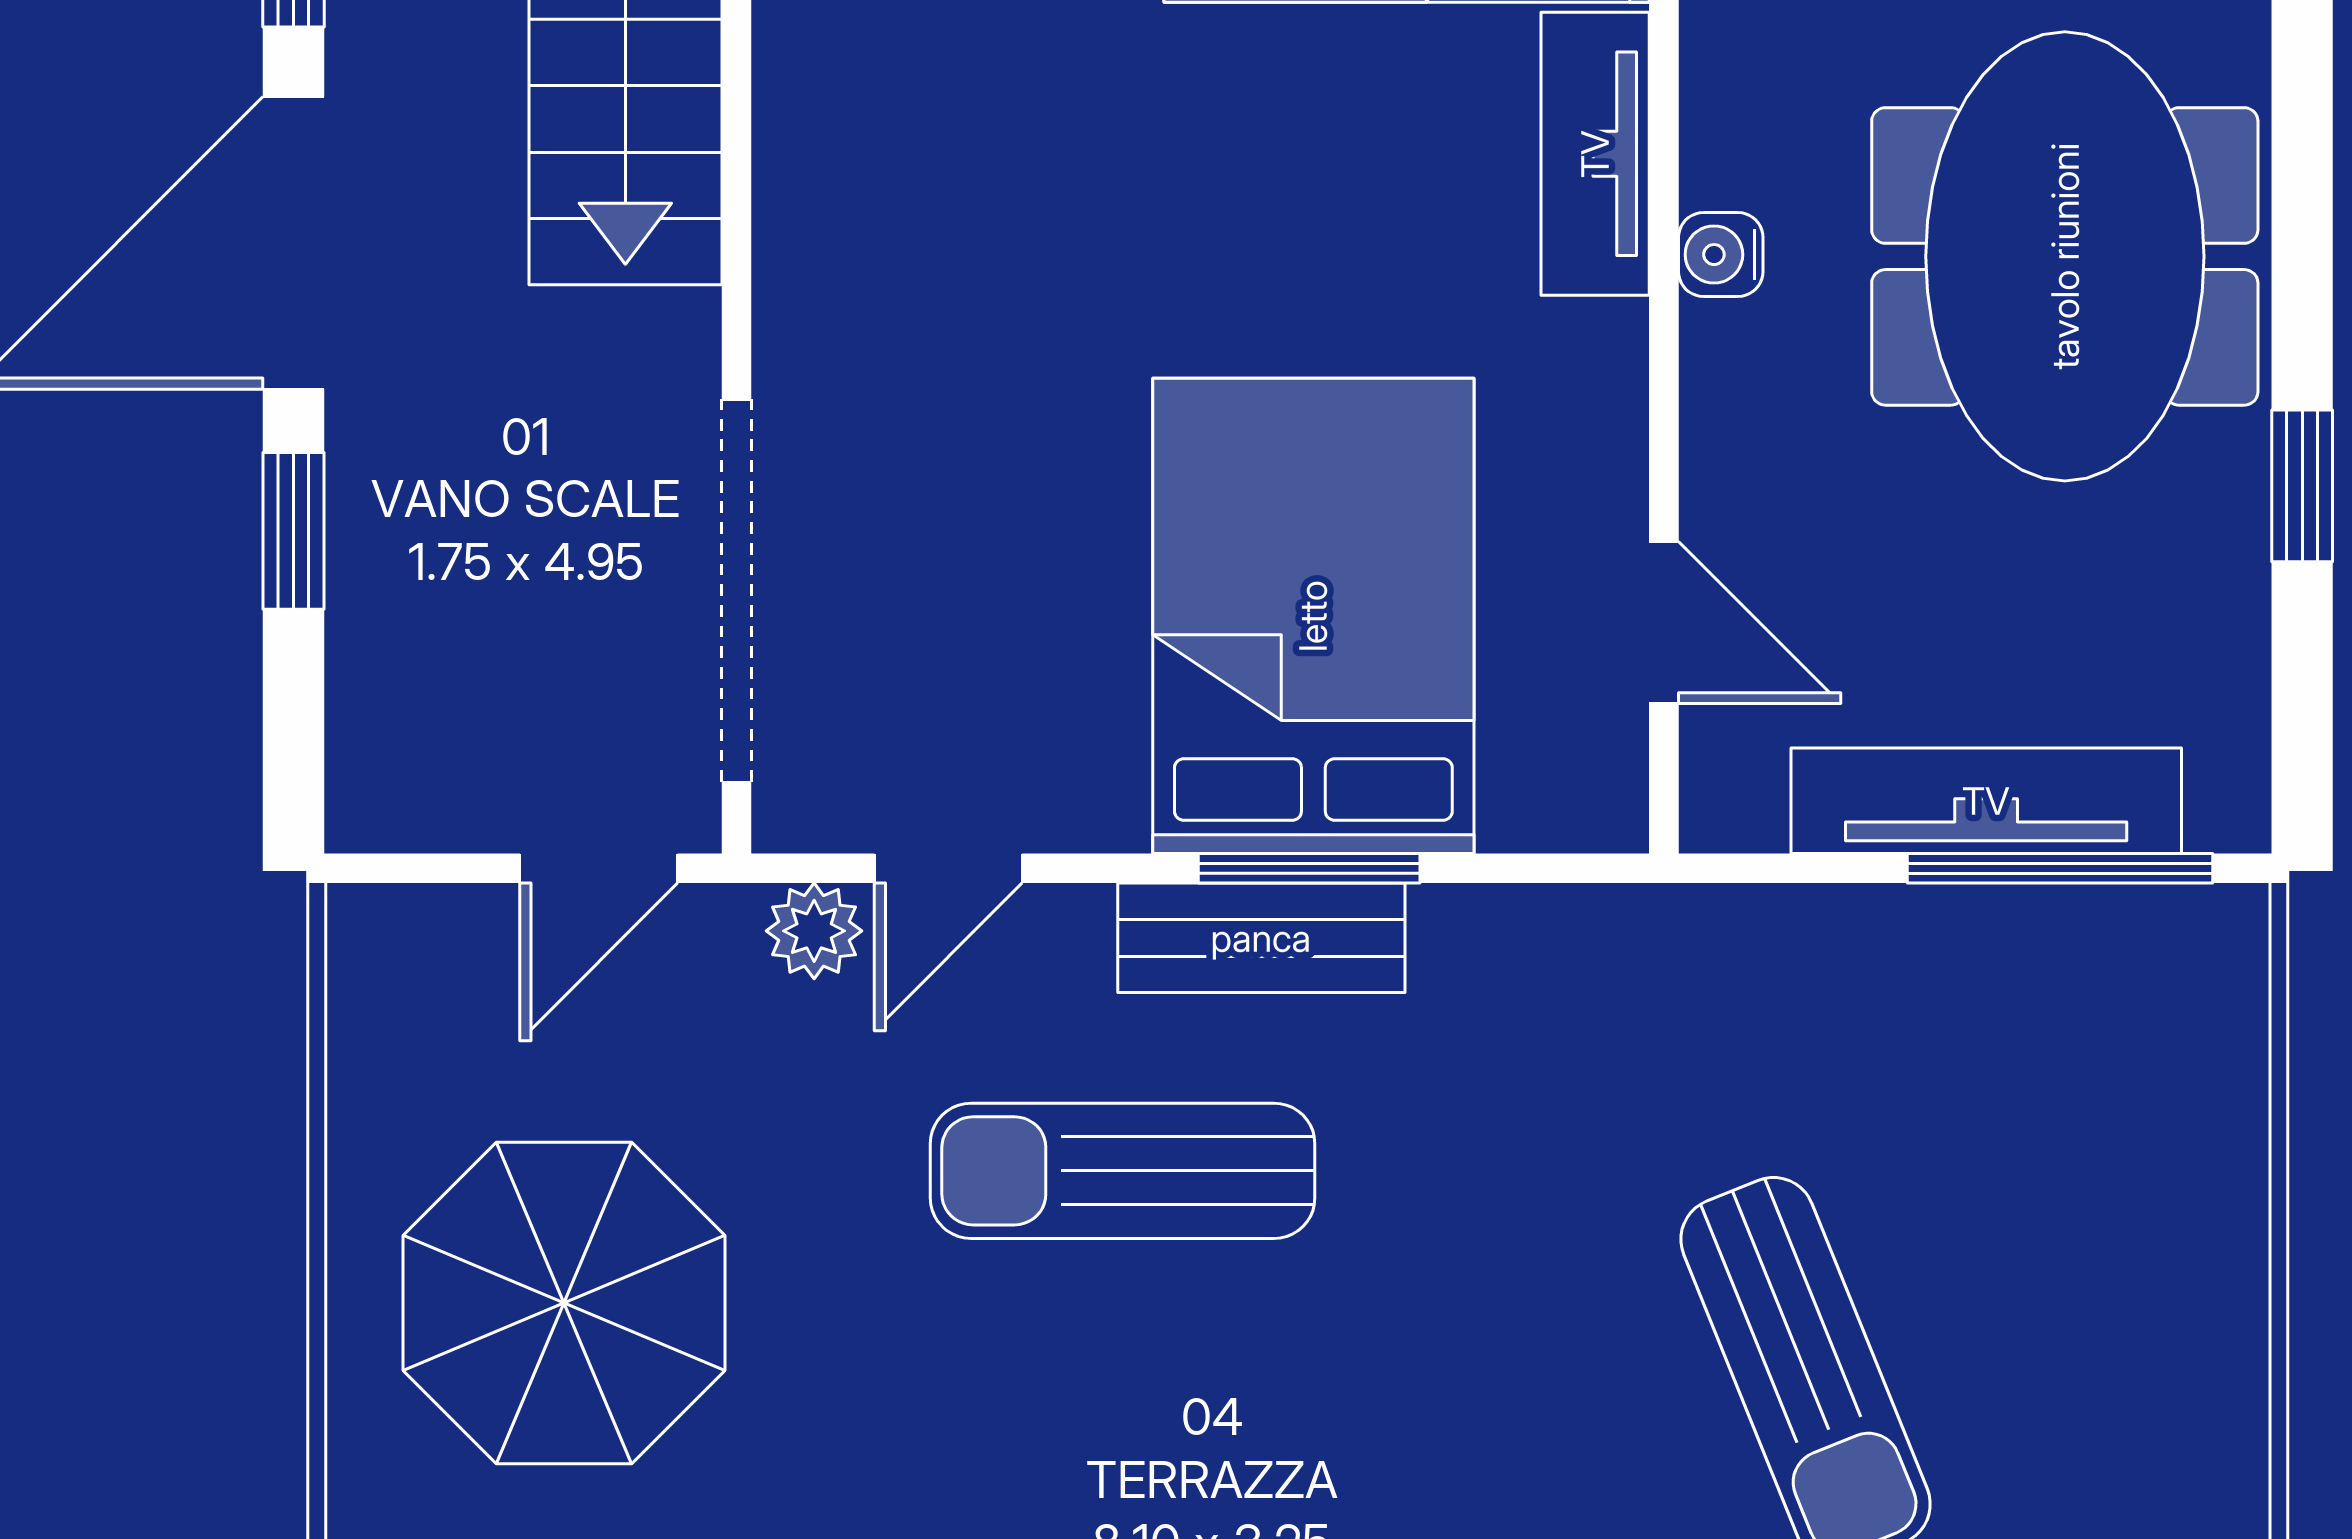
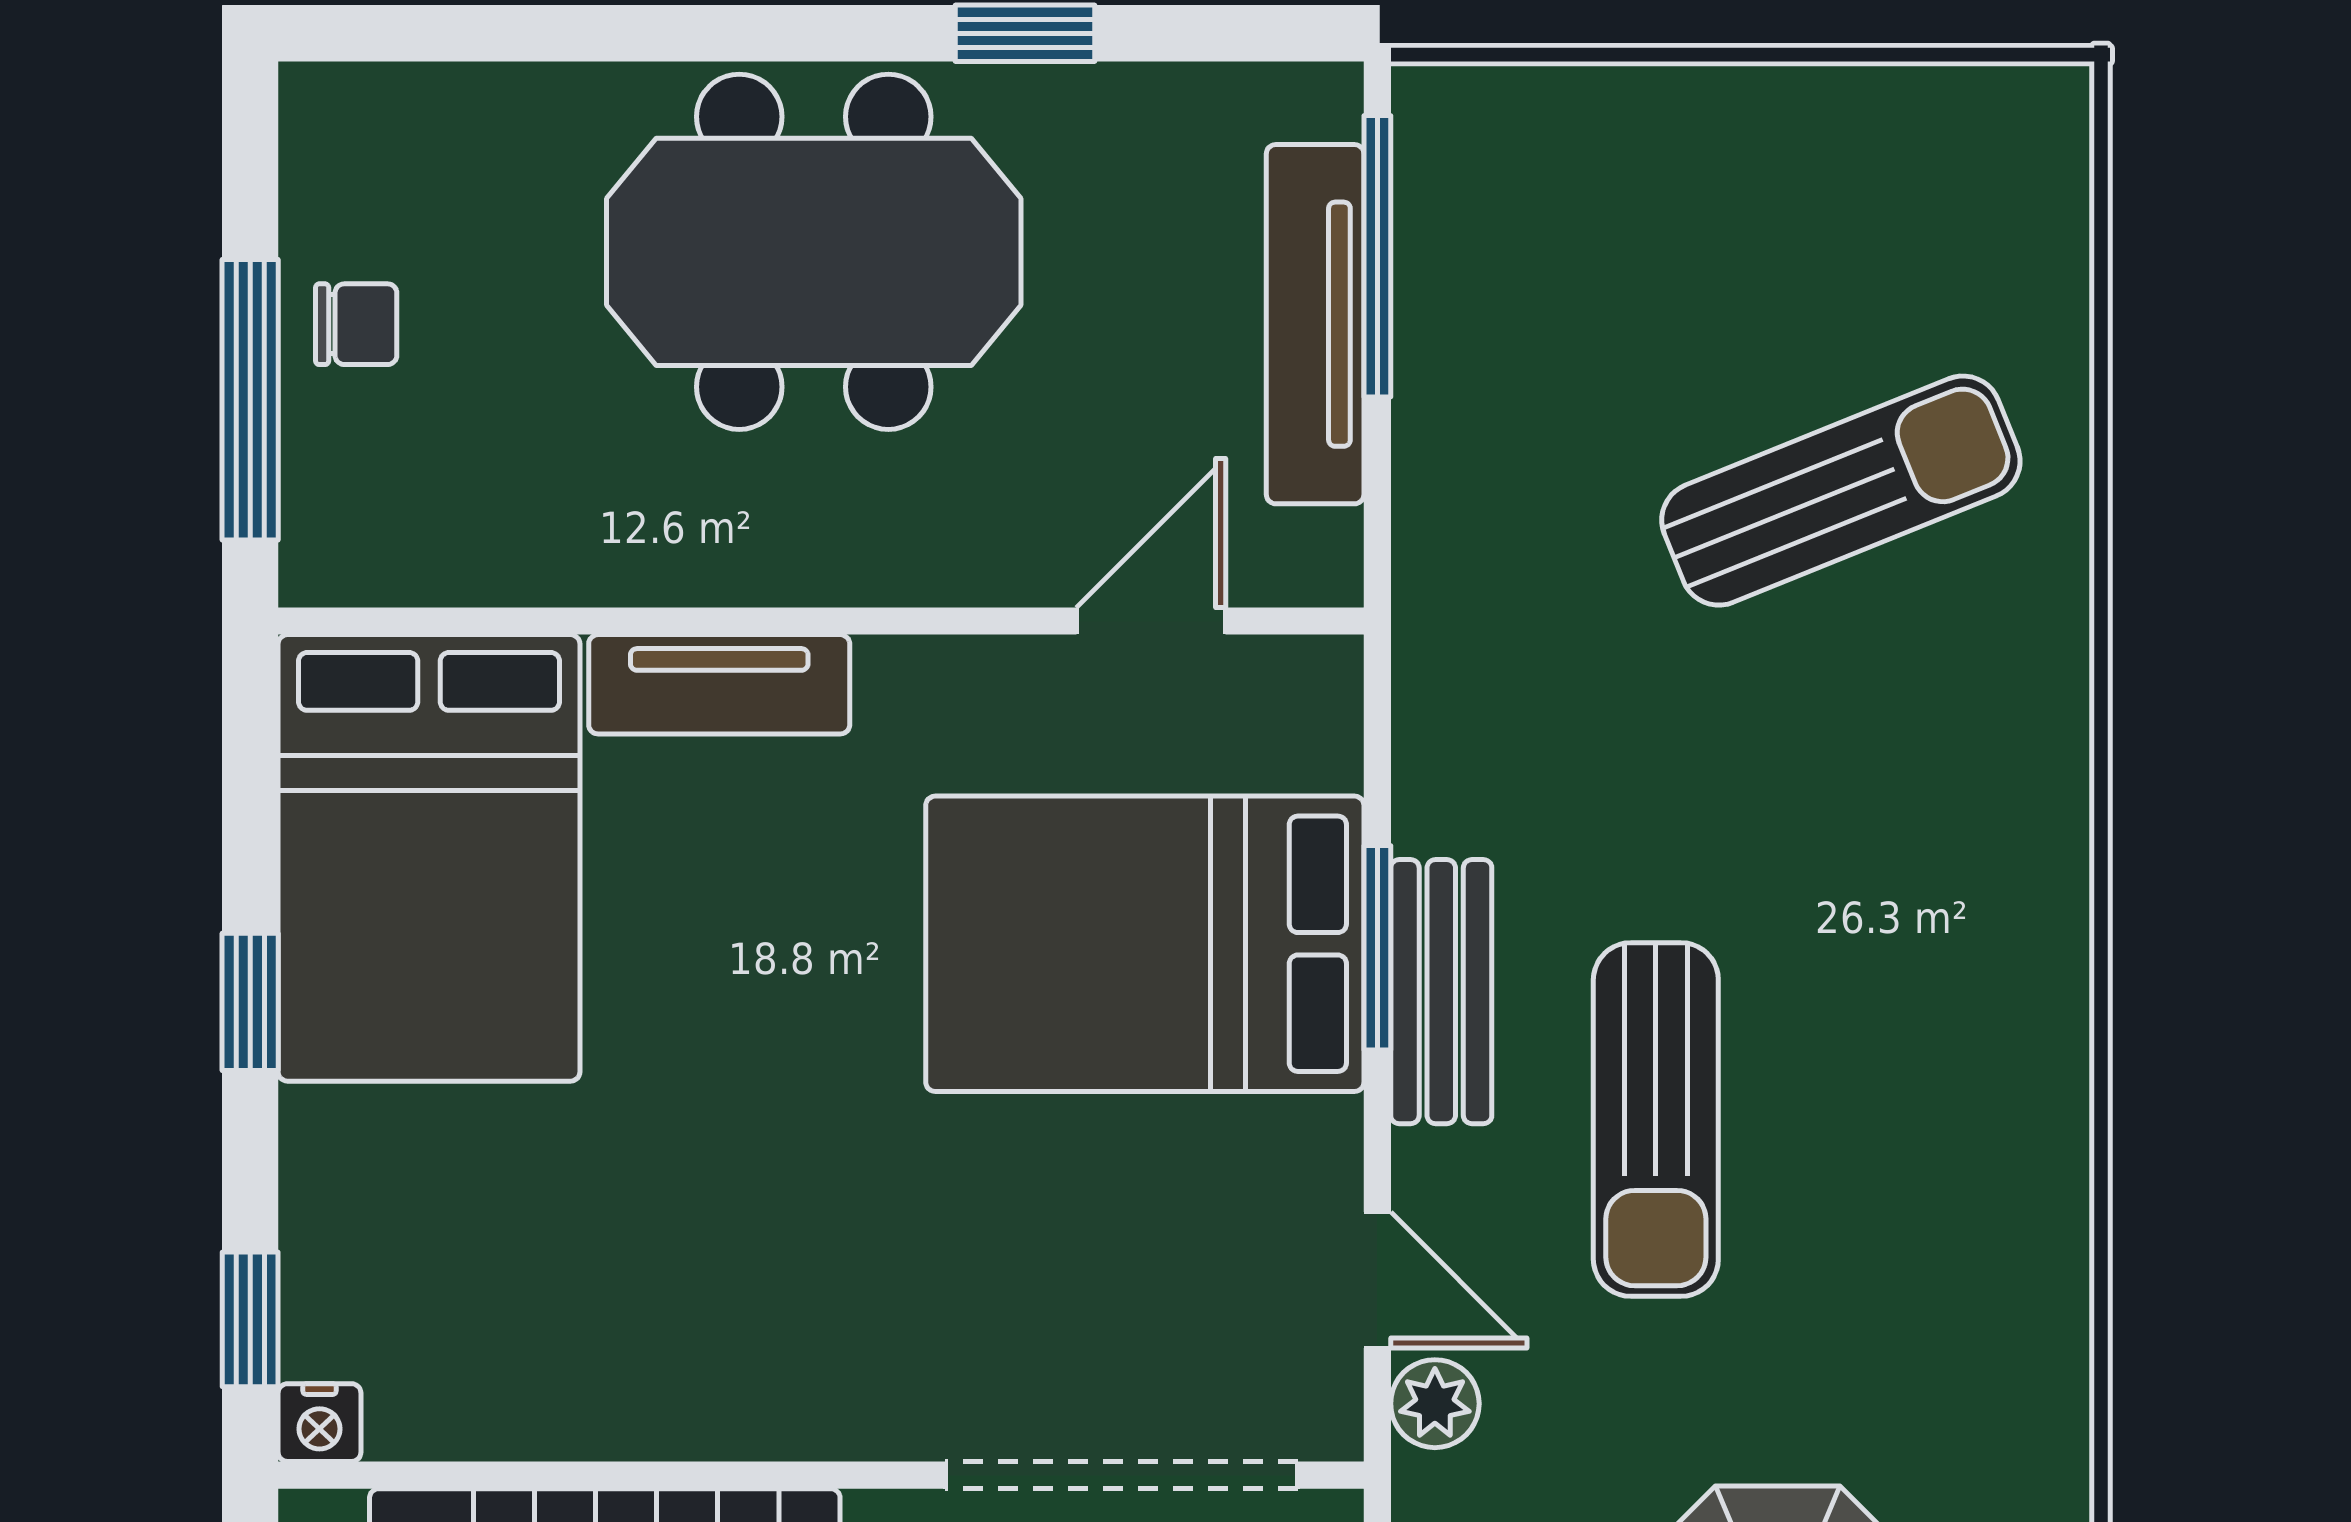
water cooler: (1721, 255) -> (812, 569), removed

